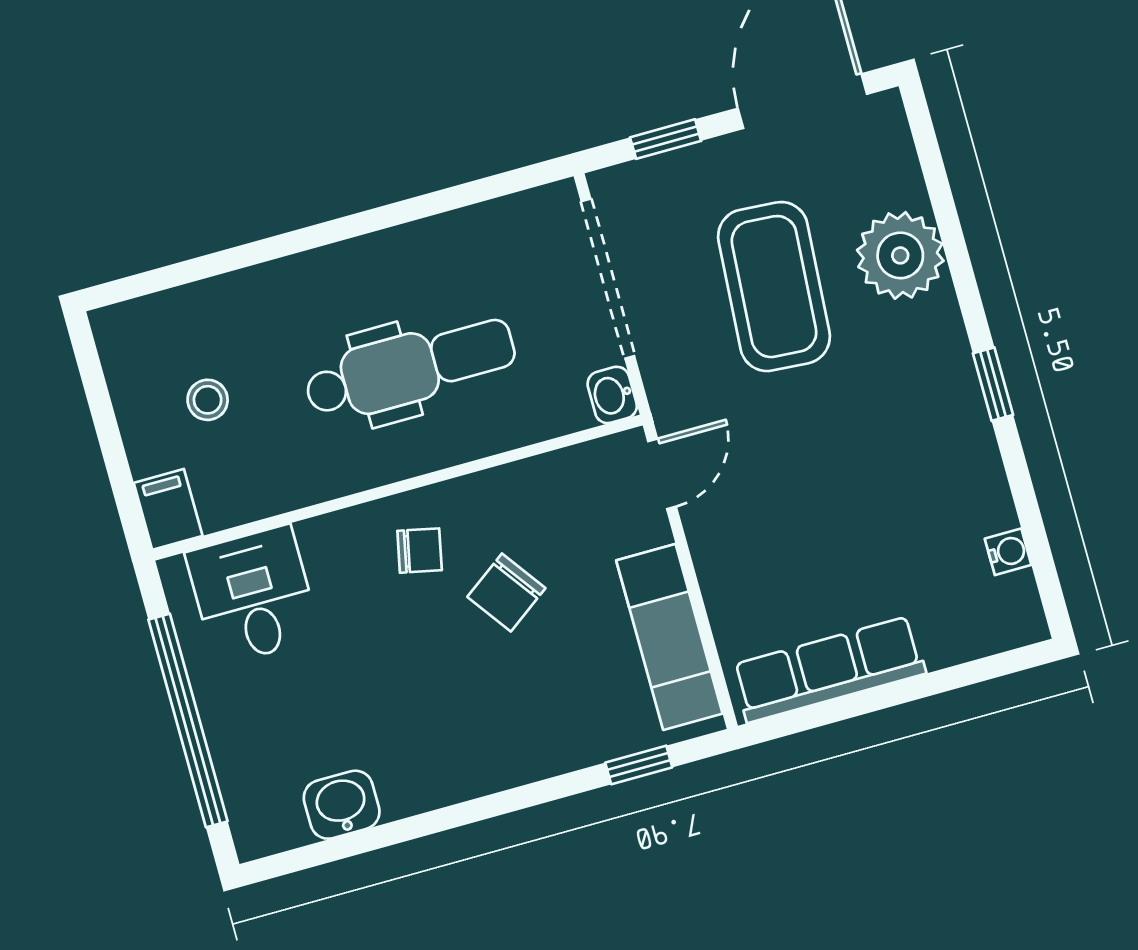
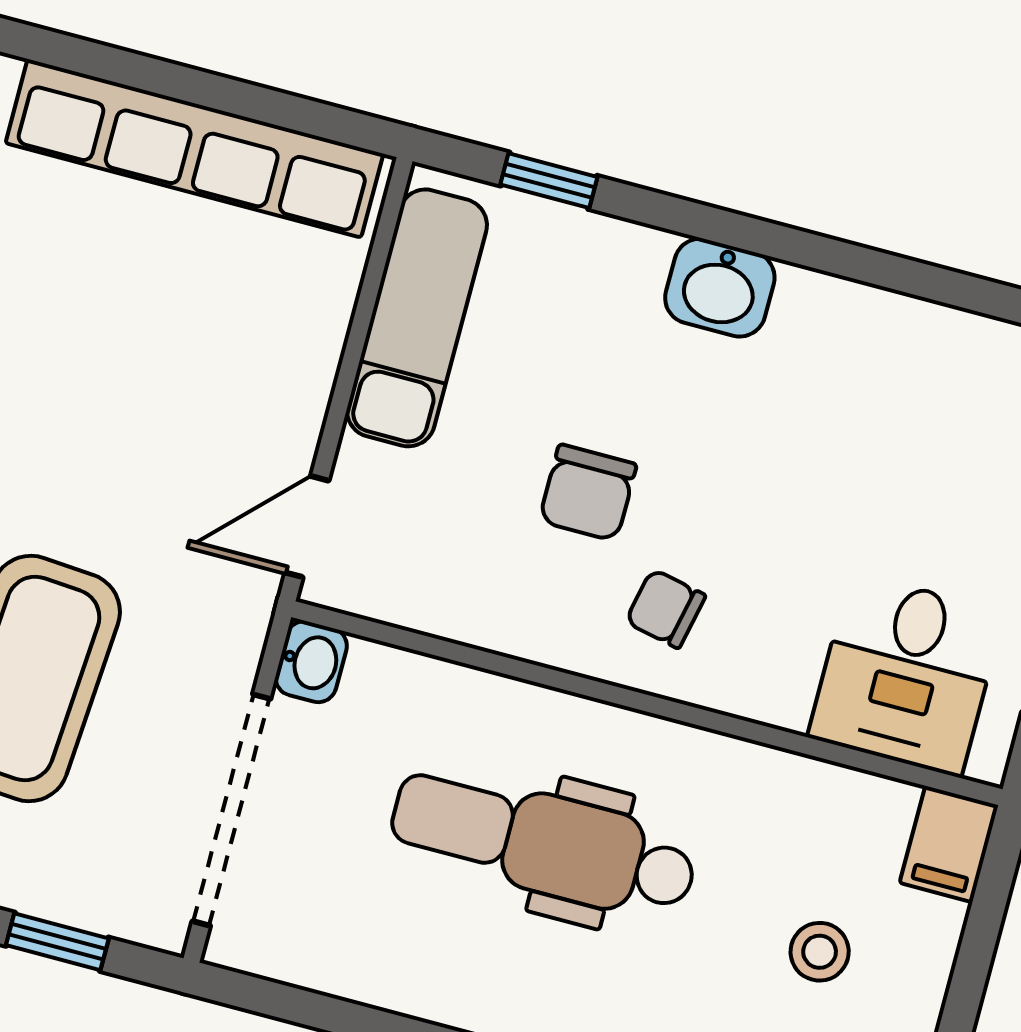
chair: (506, 592) -> (588, 493), turned 126
row of seats: (829, 669) -> (194, 148), width x1.36
washbasin: (342, 805) -> (720, 288), moved

